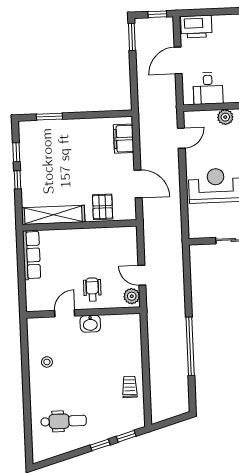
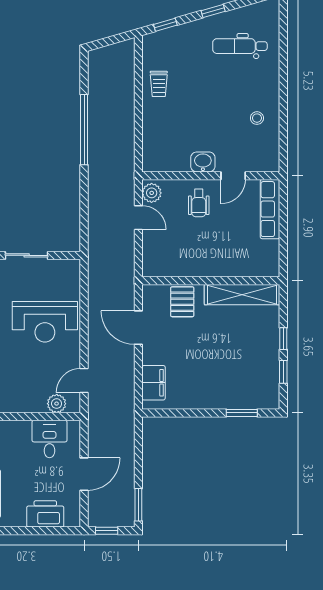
printer: (196, 27) -> (45, 514), moved
plant: (225, 117) -> (57, 404), moved
row of seats: (32, 255) -> (270, 209), moved
window: (100, 445) -> (213, 11), moved

